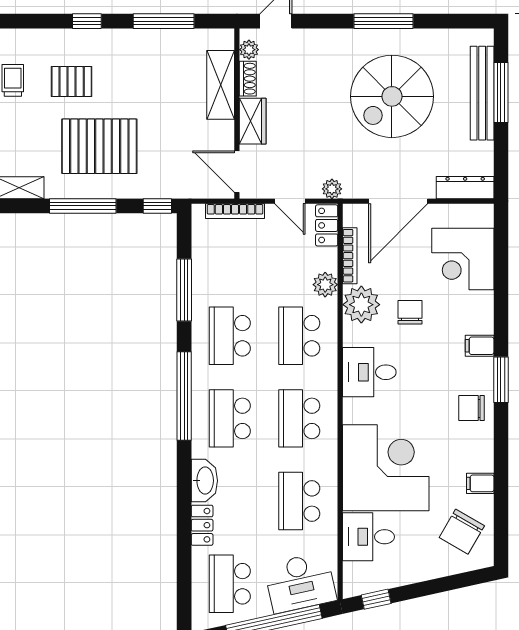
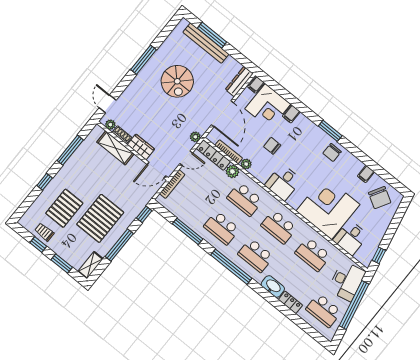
pallet: (72, 82) -> (64, 208), width x1.50, depth x1.42
spiral stairs: (392, 96) -> (177, 81), width x0.73, depth x0.73
filing cabinet: (480, 216) -> (256, 85), added
locker: (327, 225) -> (213, 155), width x1.53
plant: (361, 305) -> (246, 164), width x0.53, depth x0.53
filing cabinet: (480, 346) -> (291, 114), moved

